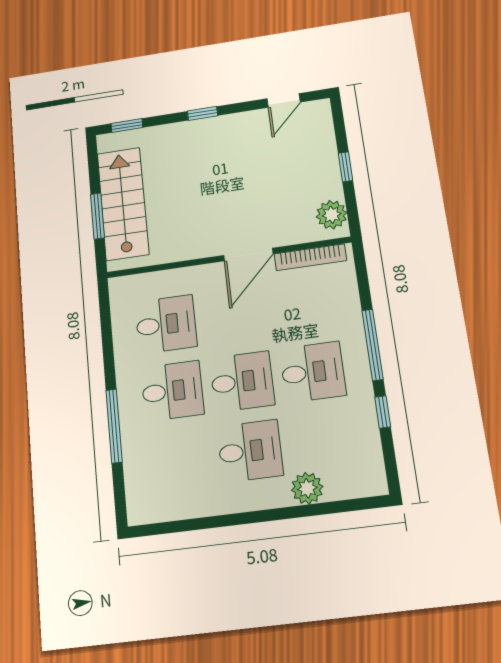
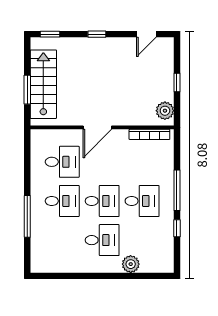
door: (248, 255) -> (97, 127), moved

